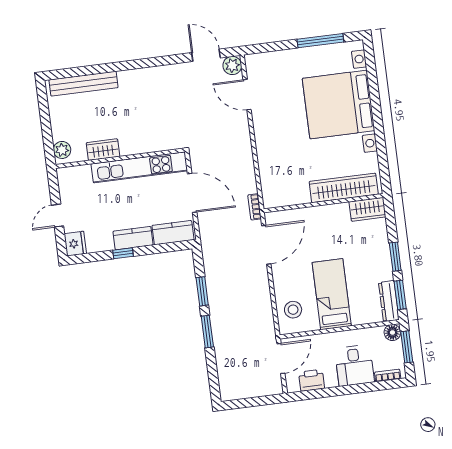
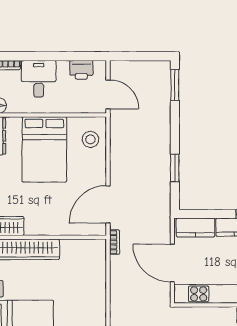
bed: (332, 294) -> (44, 149), width x1.50
window: (207, 332) -> (175, 85), moved
door: (281, 358) -> (108, 94), swing flipped

